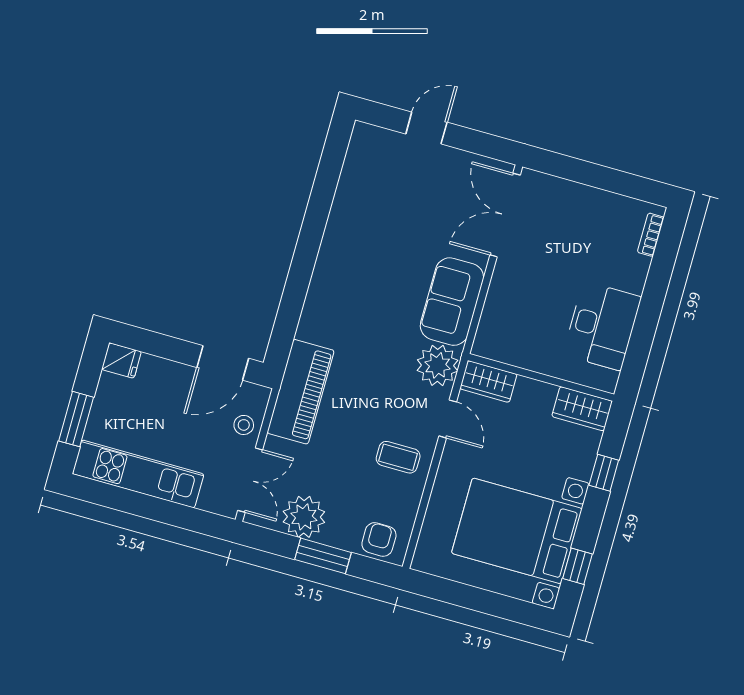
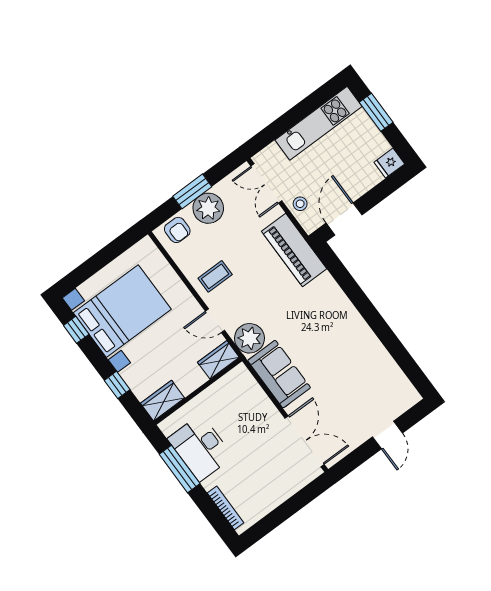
bookcase: (651, 235) -> (225, 508), width x1.56
window: (644, 331) -> (180, 469), added
plant: (304, 517) -> (208, 208), moved

